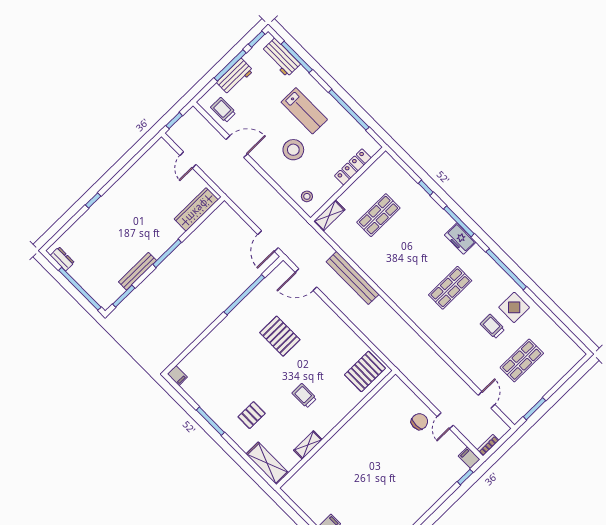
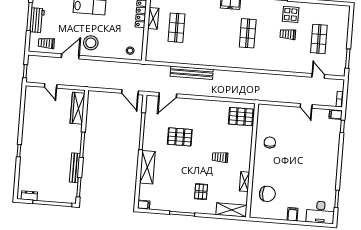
stool: (293, 150) -> (91, 43), moved
shelving: (329, 216) -> (153, 18), moved
shelving: (216, 339) -> (147, 167), added
pallet: (365, 371) -> (241, 117), turned 90
chair: (419, 422) -> (270, 142), moved
chair: (321, 480) -> (267, 194), added

